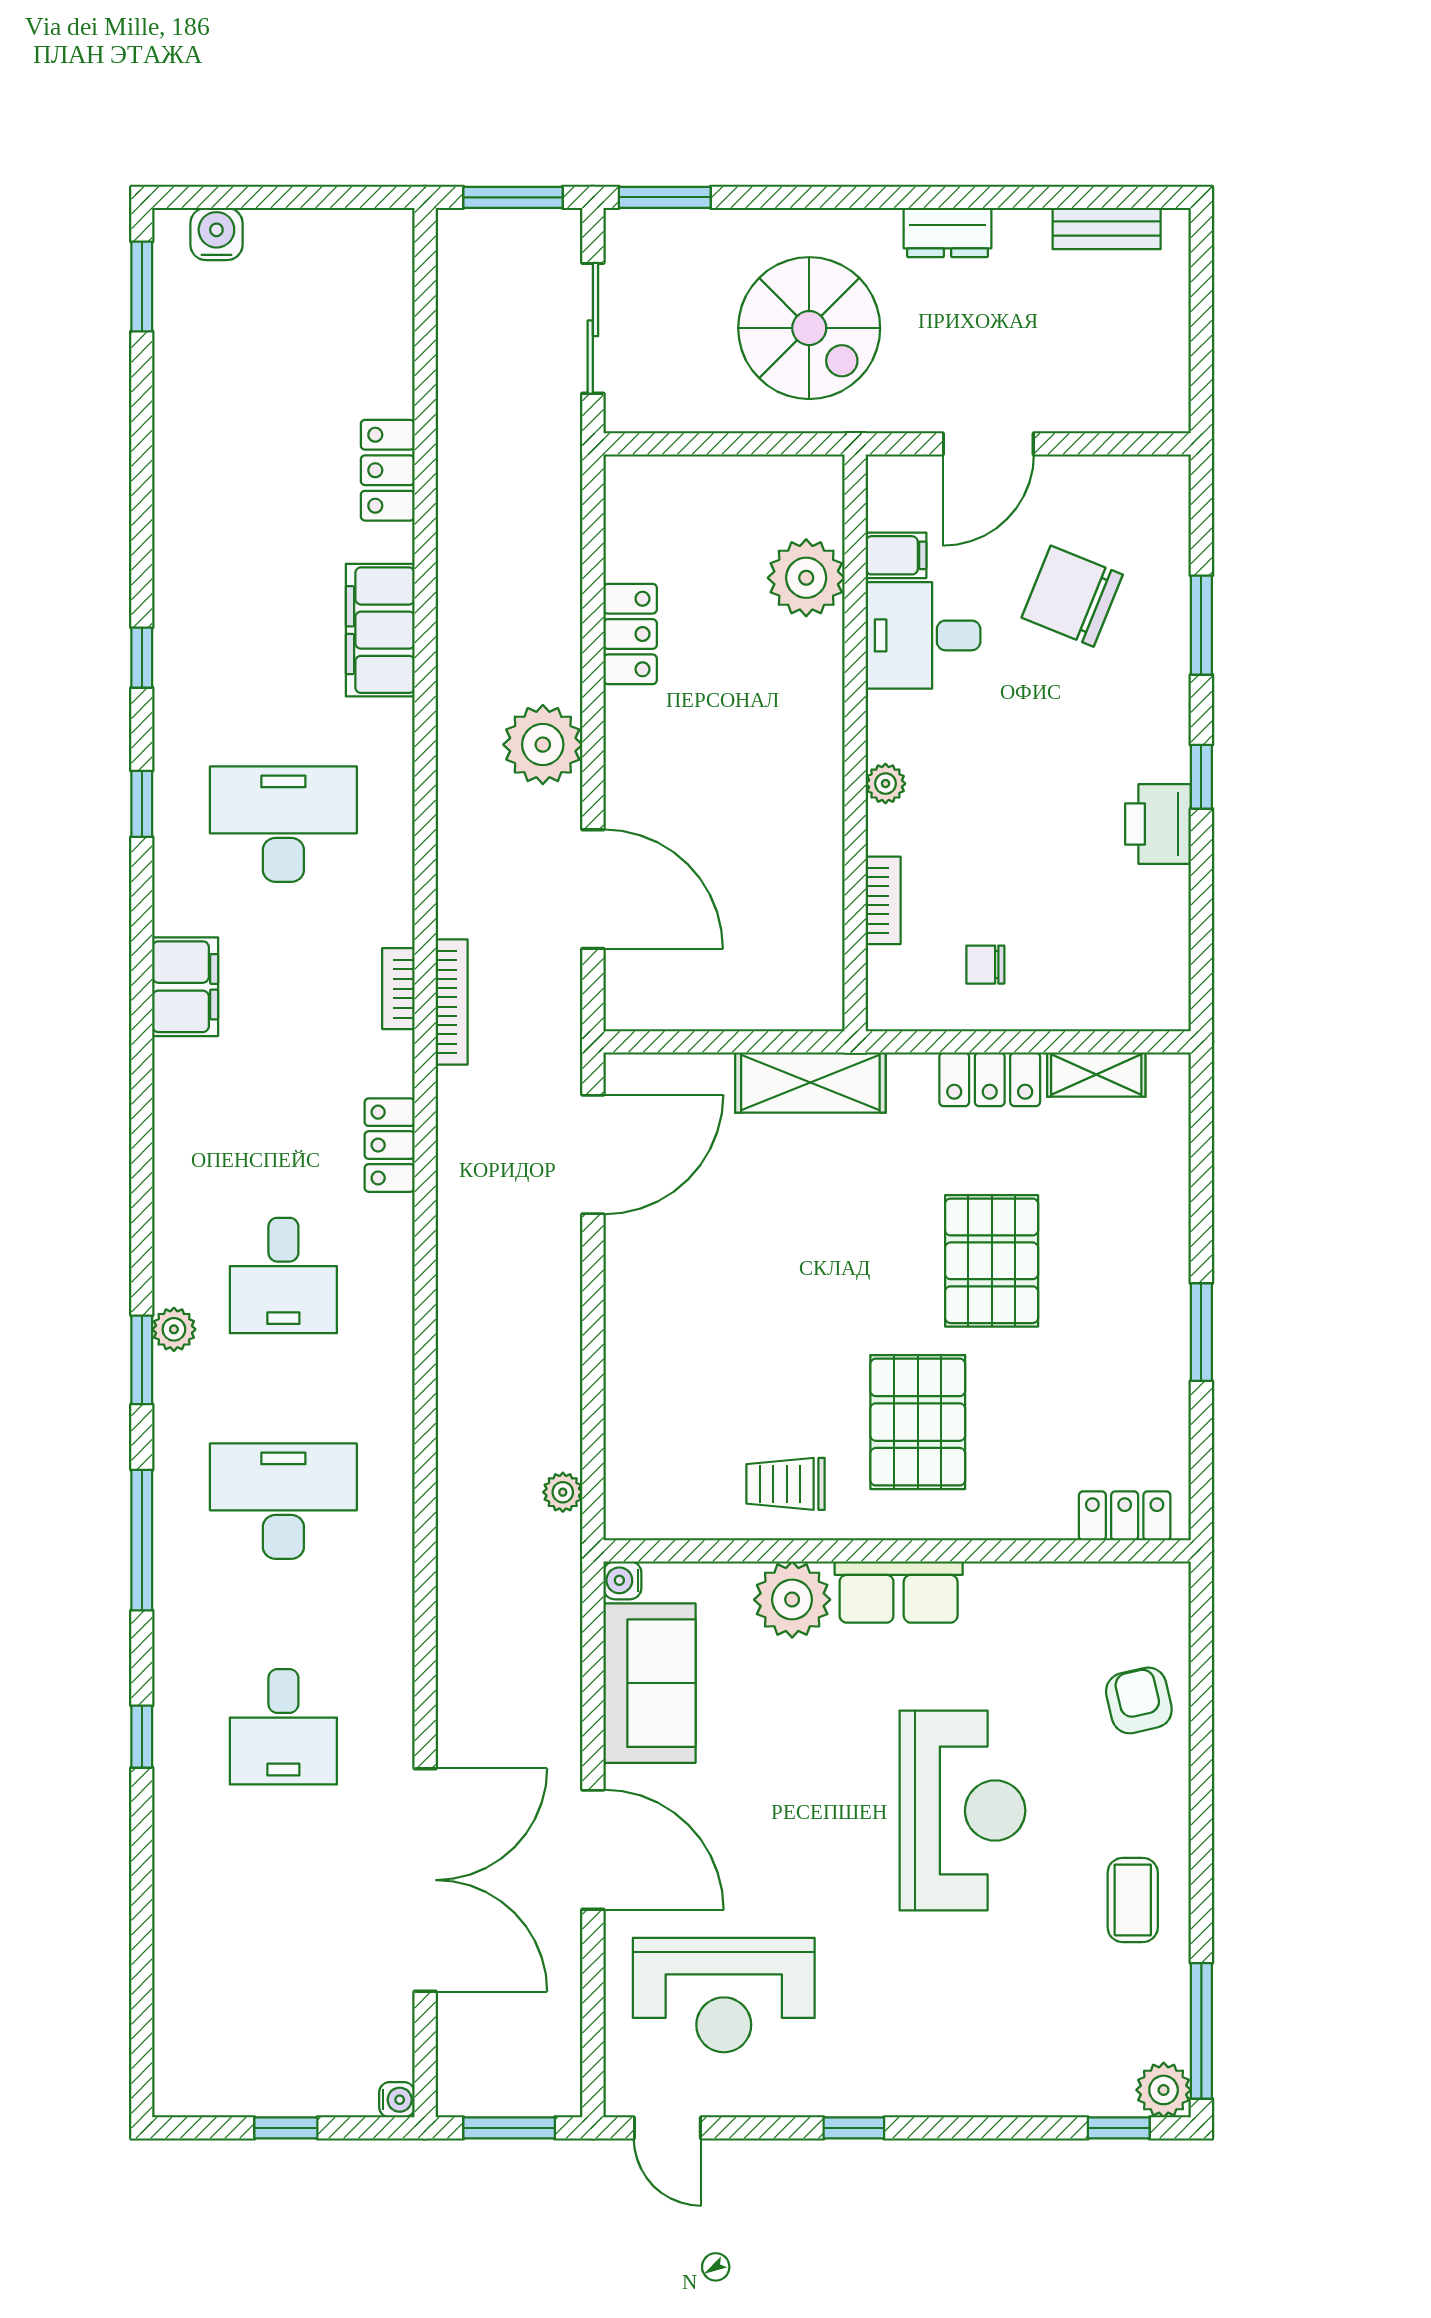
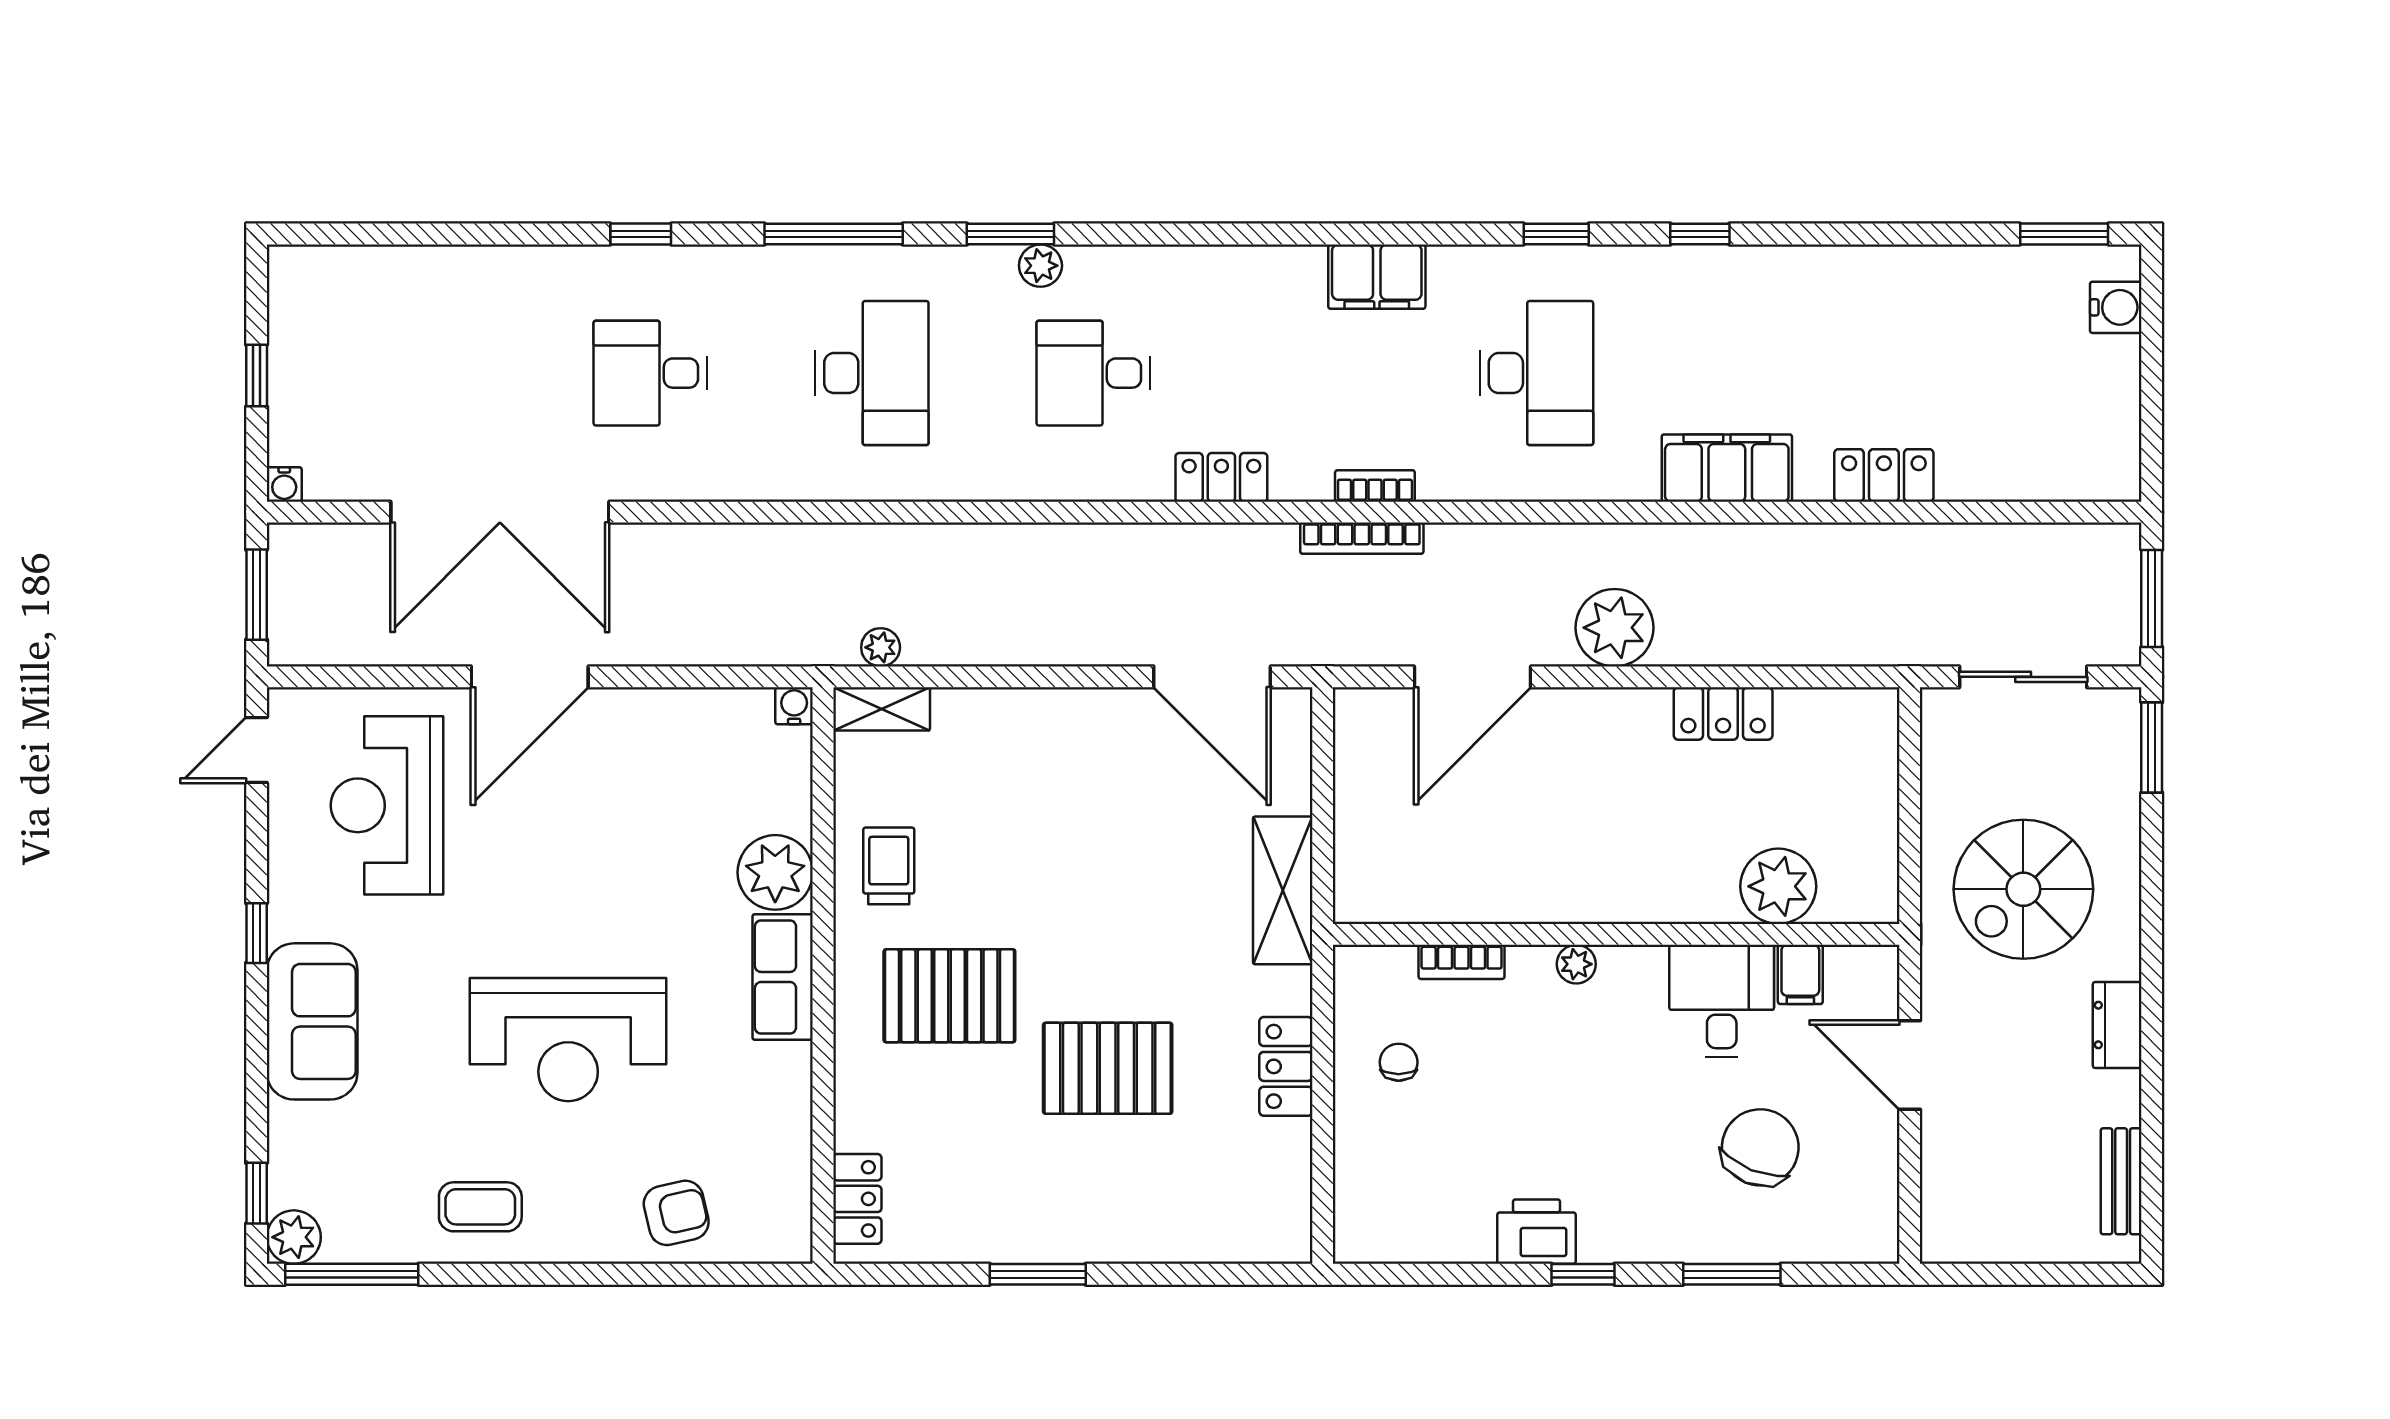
shelving: (1096, 1075) -> (882, 709), moved, turned 90
sofa: (649, 1683) -> (312, 1021), moved, turned -90

